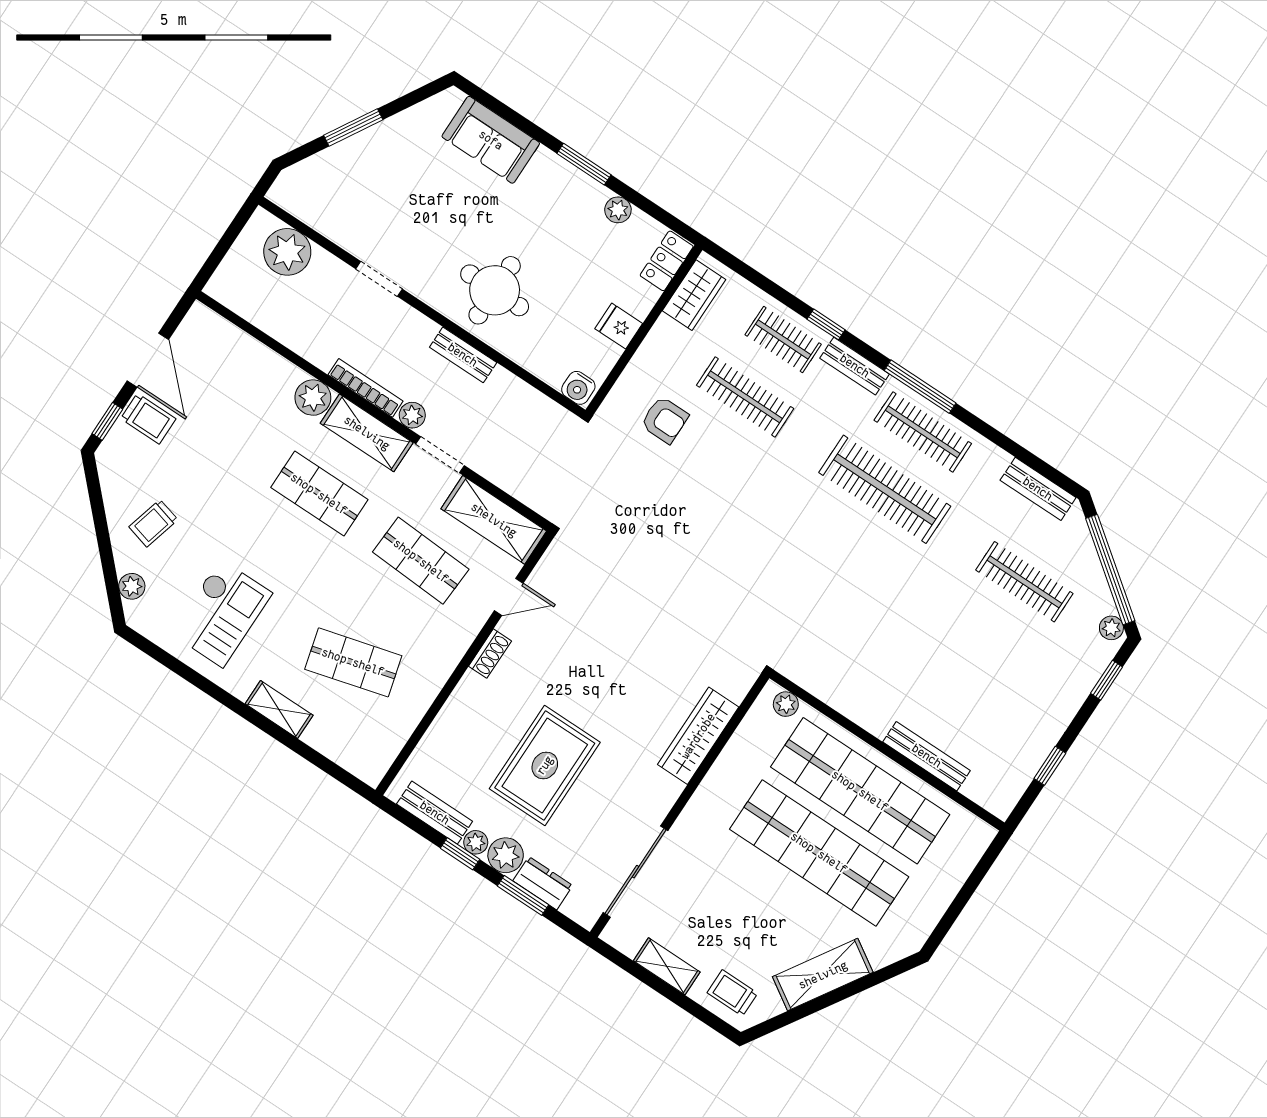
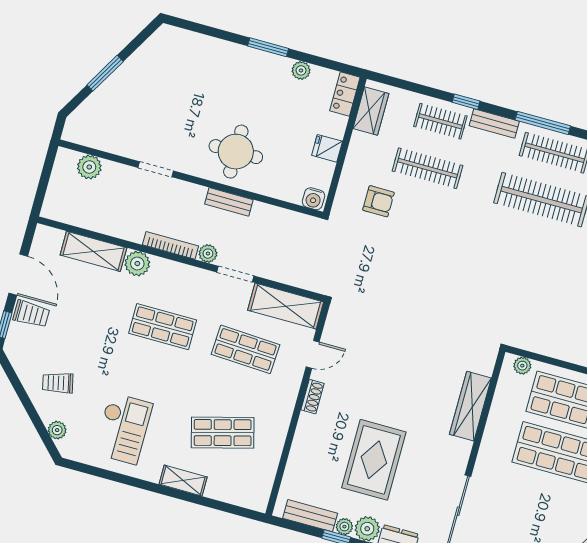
sofa: (491, 140) -> (200, 51), removed
plant: (287, 252) -> (89, 167), width x0.73, depth x0.73
shelving: (367, 433) -> (93, 251), moved
trolley: (153, 523) -> (58, 383), turned 62

